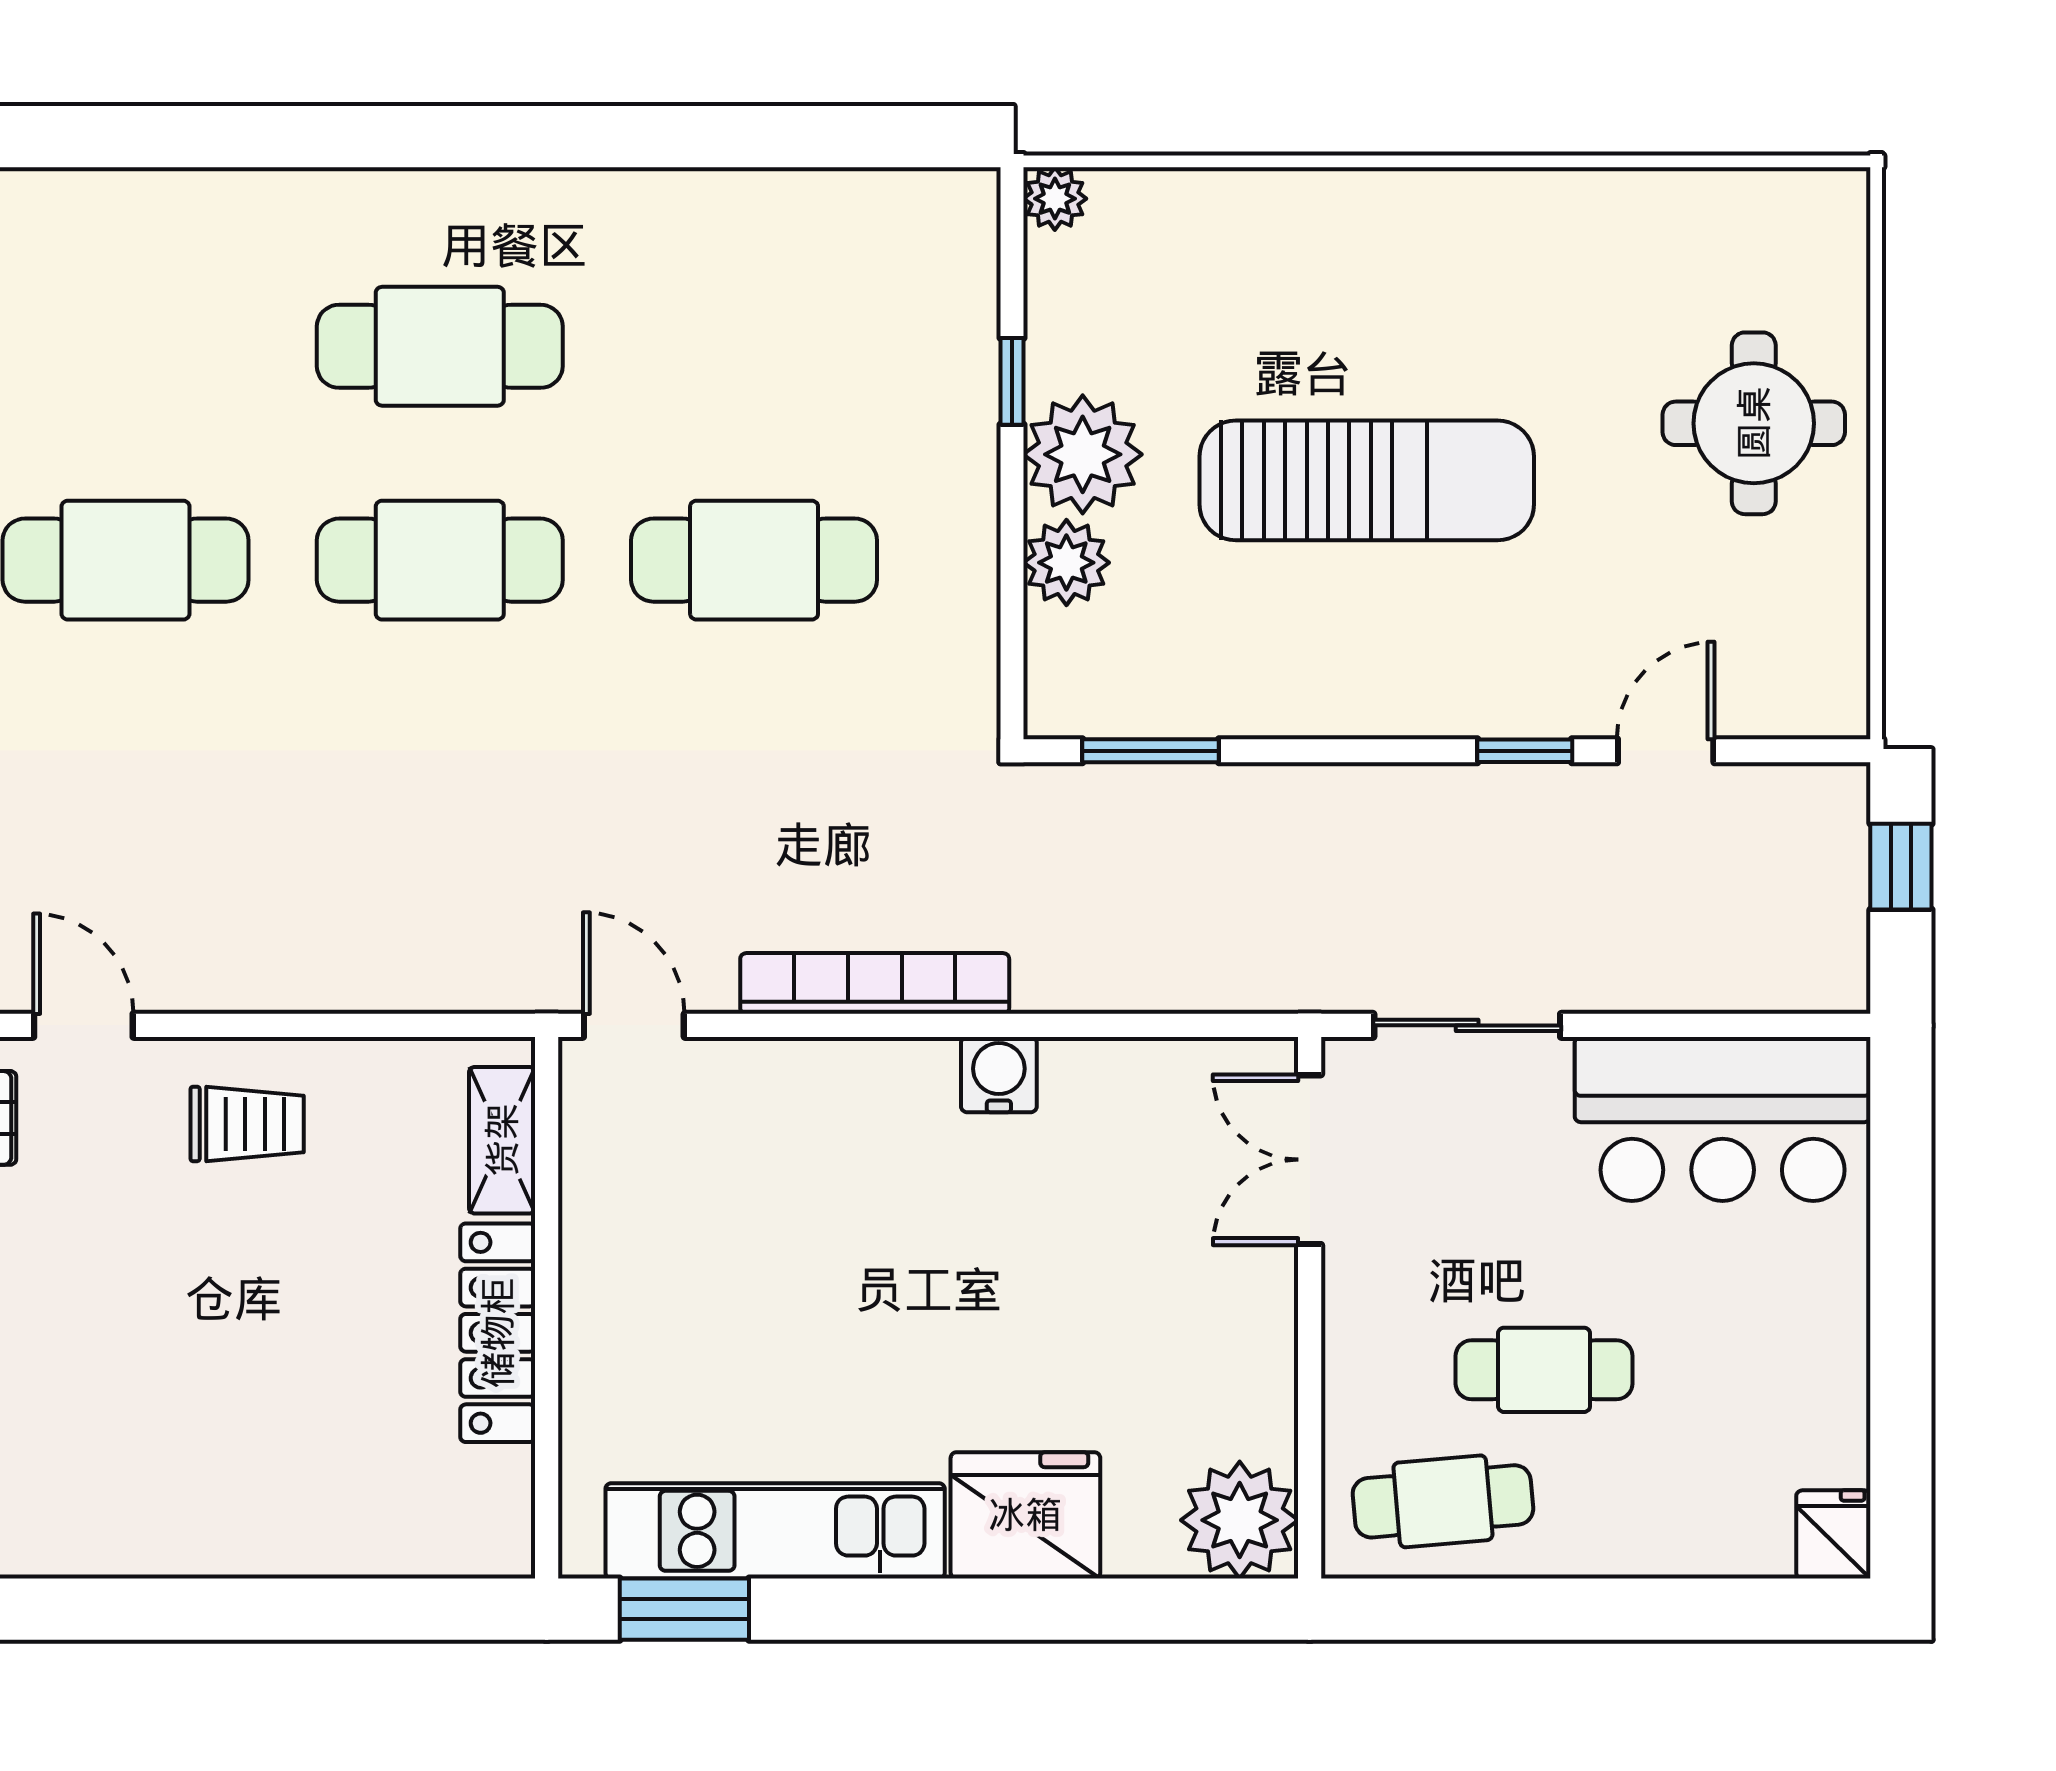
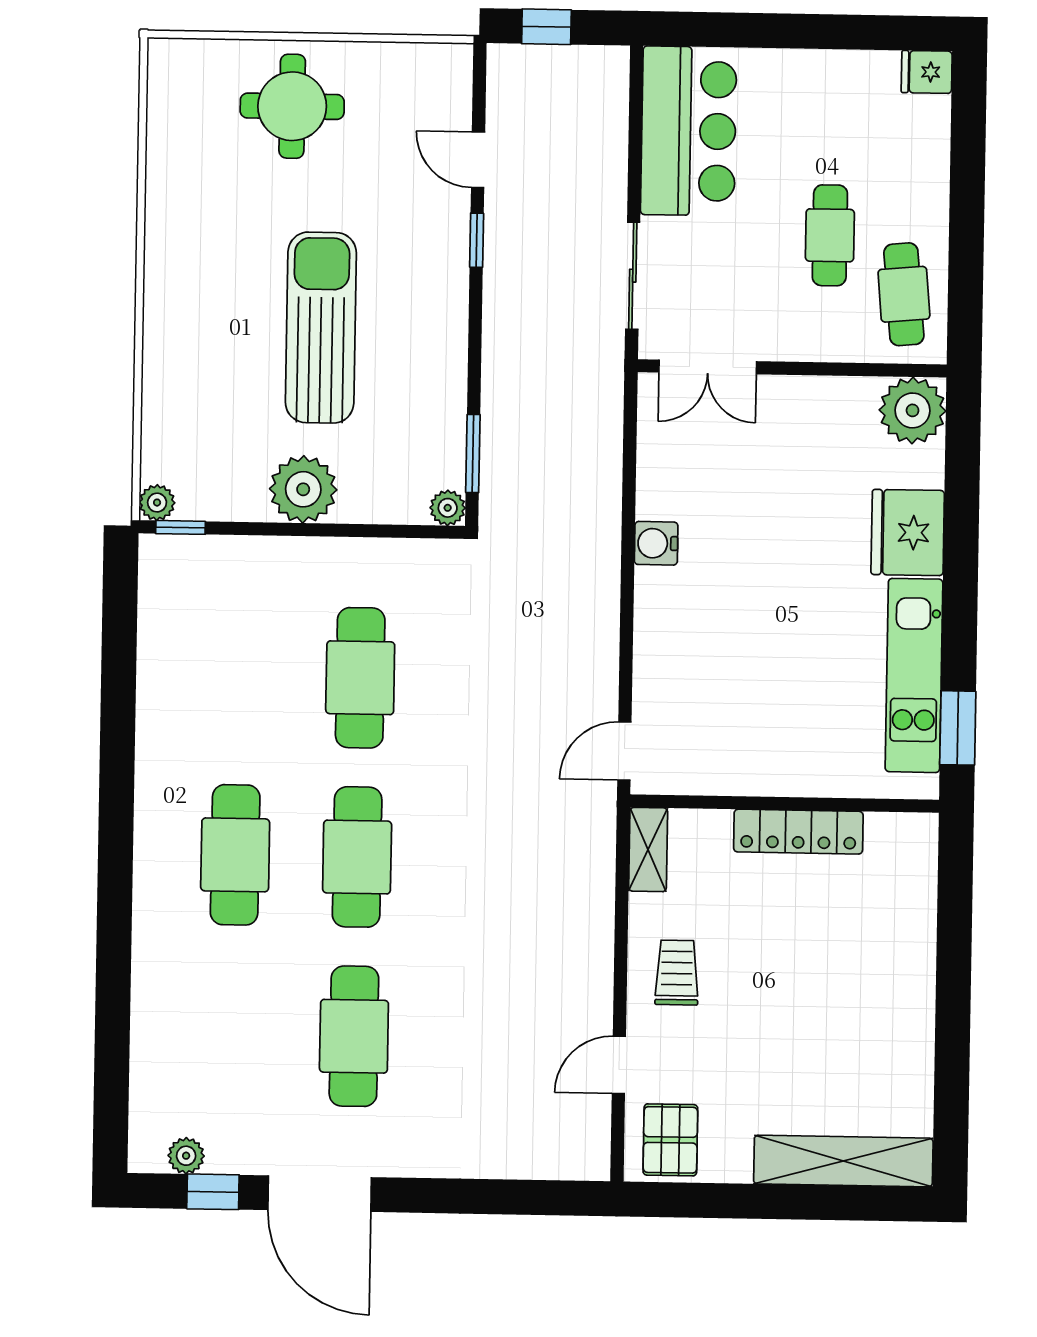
window: (1012, 381) -> (180, 527), moved
plant: (1066, 563) -> (448, 508), moved, width x0.73, depth x0.73
bookcase: (875, 983) -> (603, 613), removed
shelving: (502, 1140) -> (648, 850), moved, turned 90

